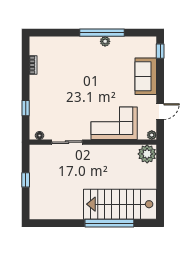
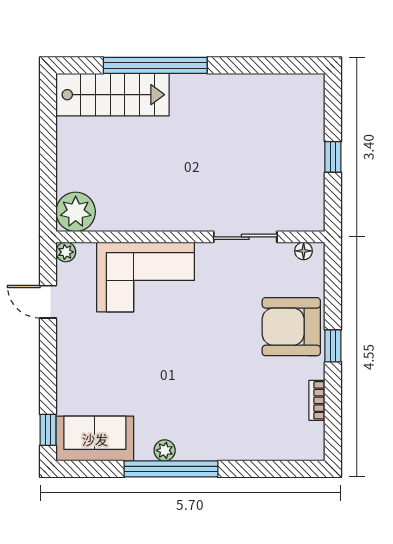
sofa: (146, 76) -> (95, 439), moved, turned -90
armchair: (45, 100) -> (291, 327), added
window: (26, 108) -> (333, 346), moved
door: (160, 112) -> (48, 302), hinge flipped
stairs: (120, 204) -> (113, 95), width x0.73, depth x0.66

